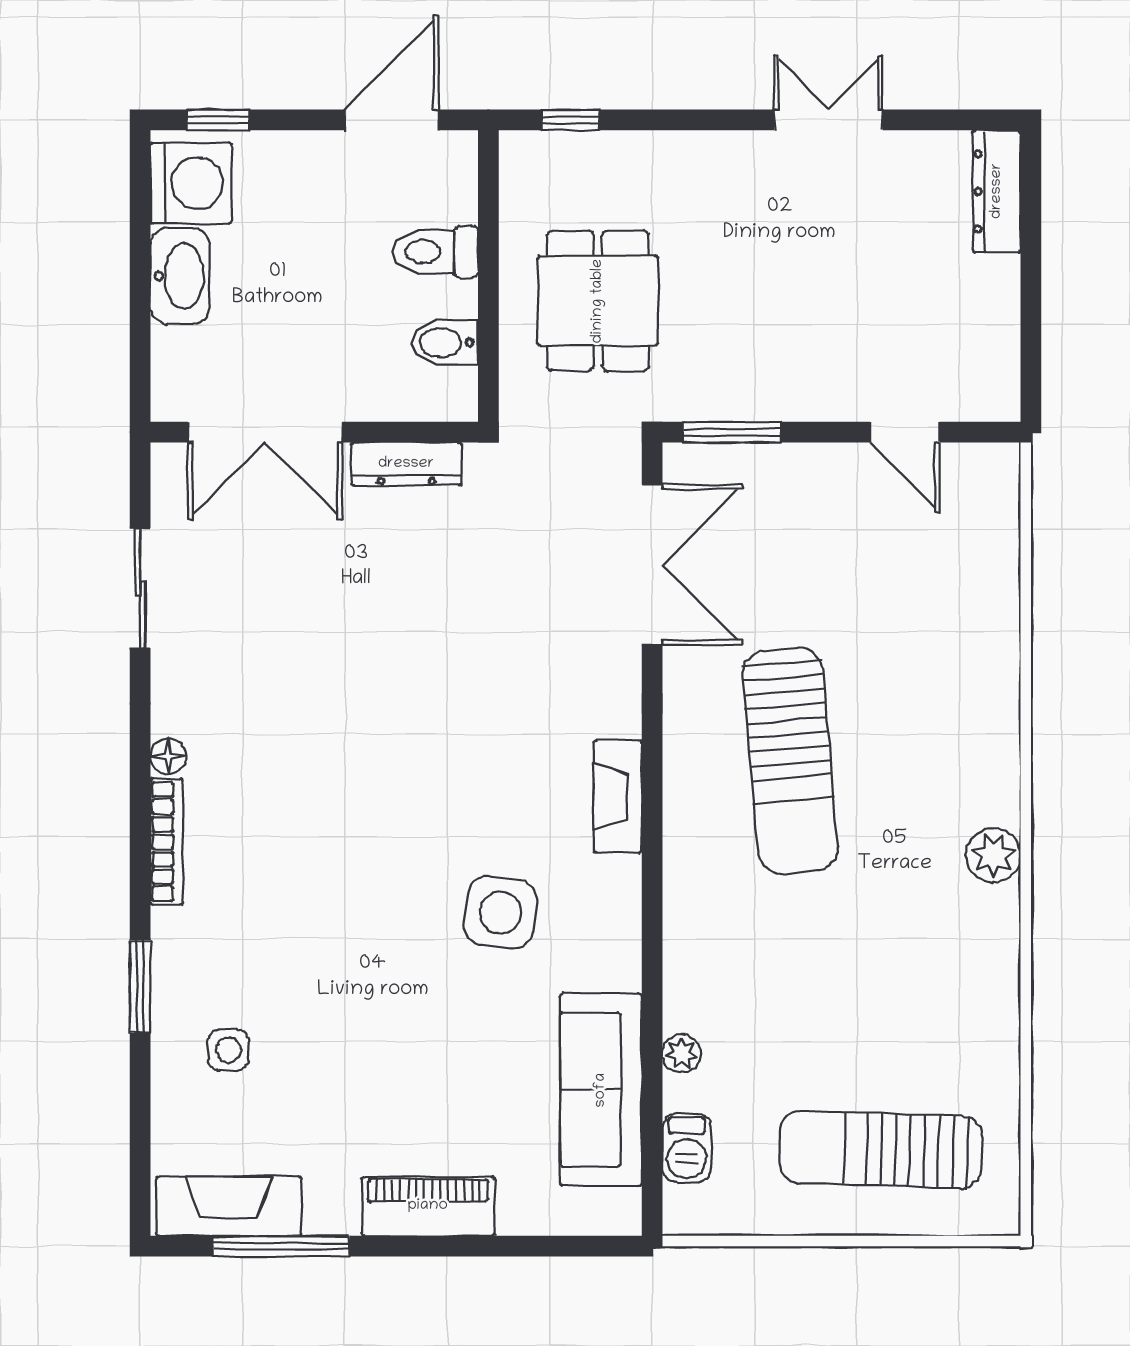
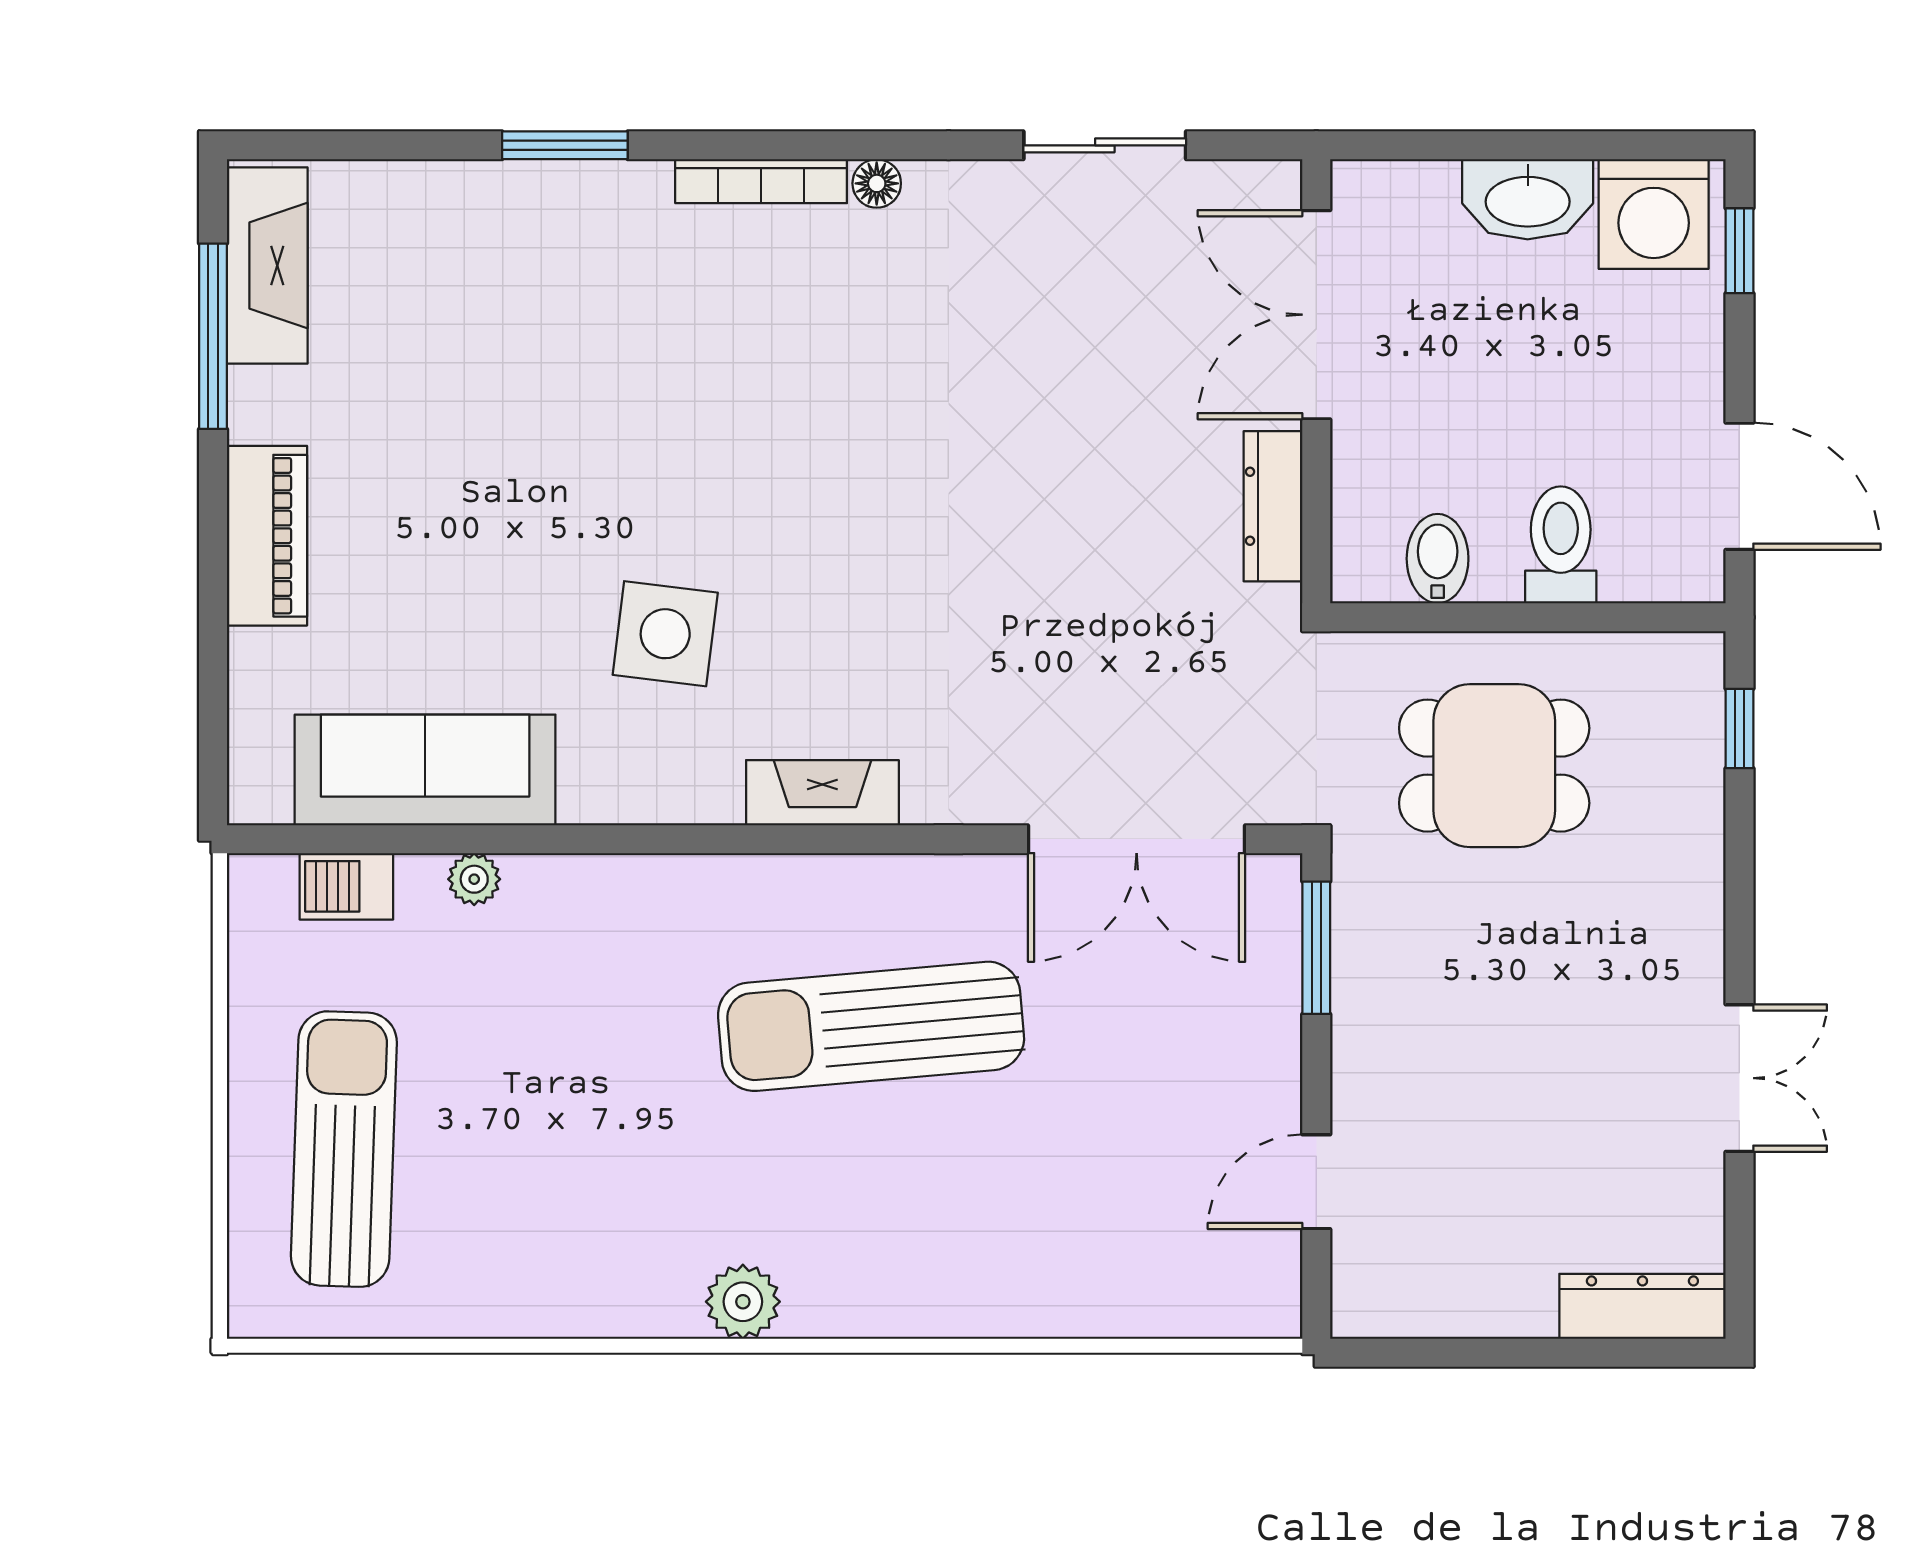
side table: (228, 1050) -> (479, 265), removed

